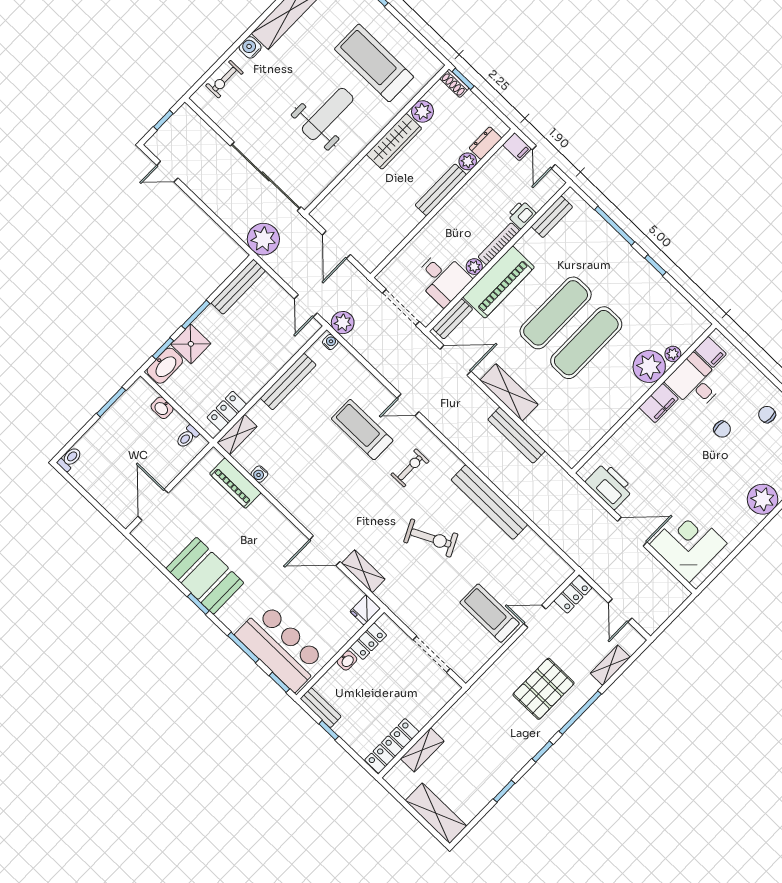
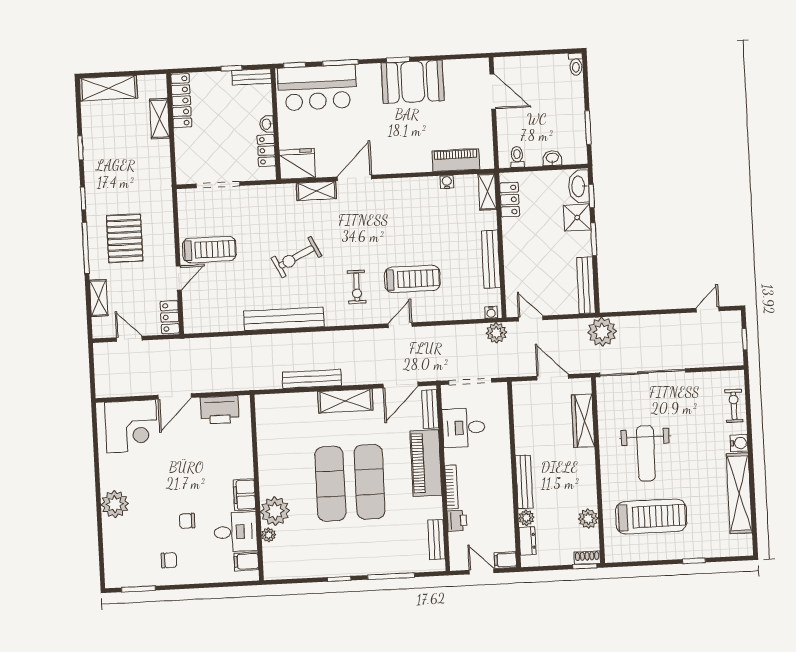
wardrobe: (394, 141) -> (583, 421), moved
plant: (474, 267) -> (452, 456), removed
fridge: (365, 610) -> (297, 164), width x1.88, depth x1.34

